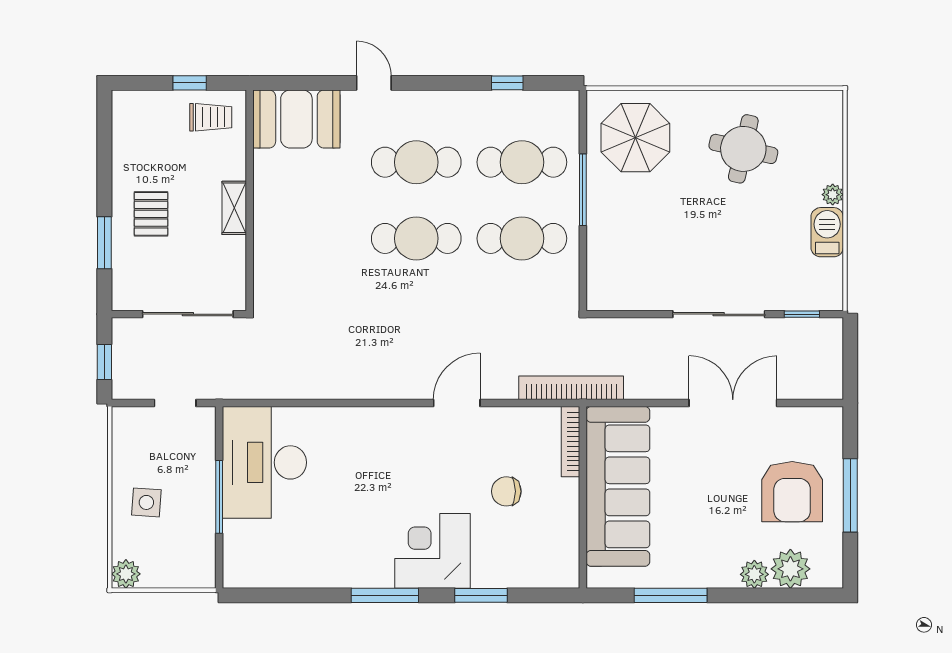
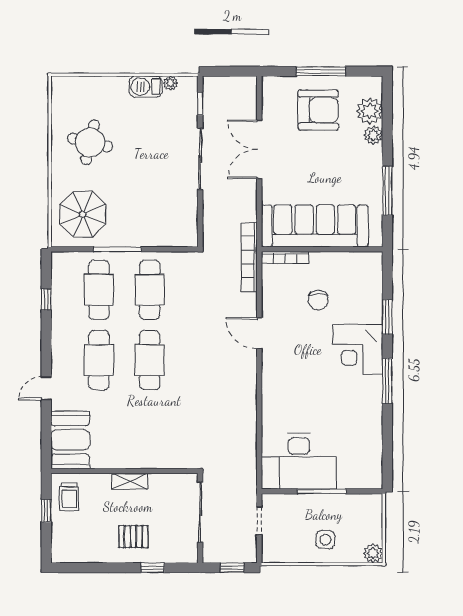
trolley: (211, 117) -> (69, 497), turned 180
plant: (833, 195) -> (171, 83), moved
window: (104, 243) -> (153, 568), width x0.67

